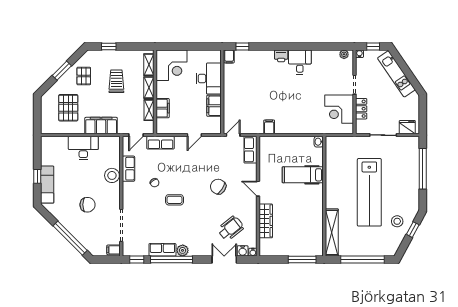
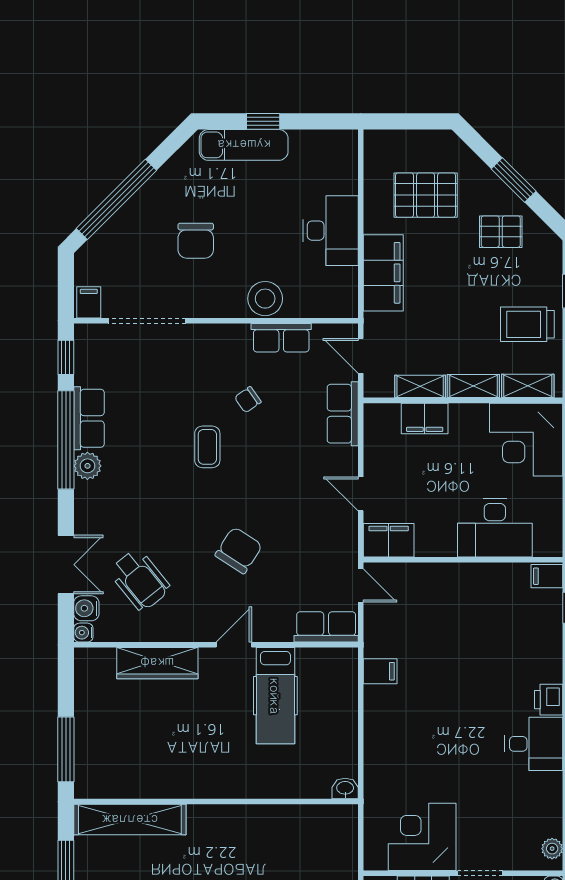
trolley: (116, 81) -> (527, 324), moved, turned 180
filing cabinet: (214, 106) -> (389, 540), moved
hospital bed: (303, 175) -> (275, 696), moved, turned 180

